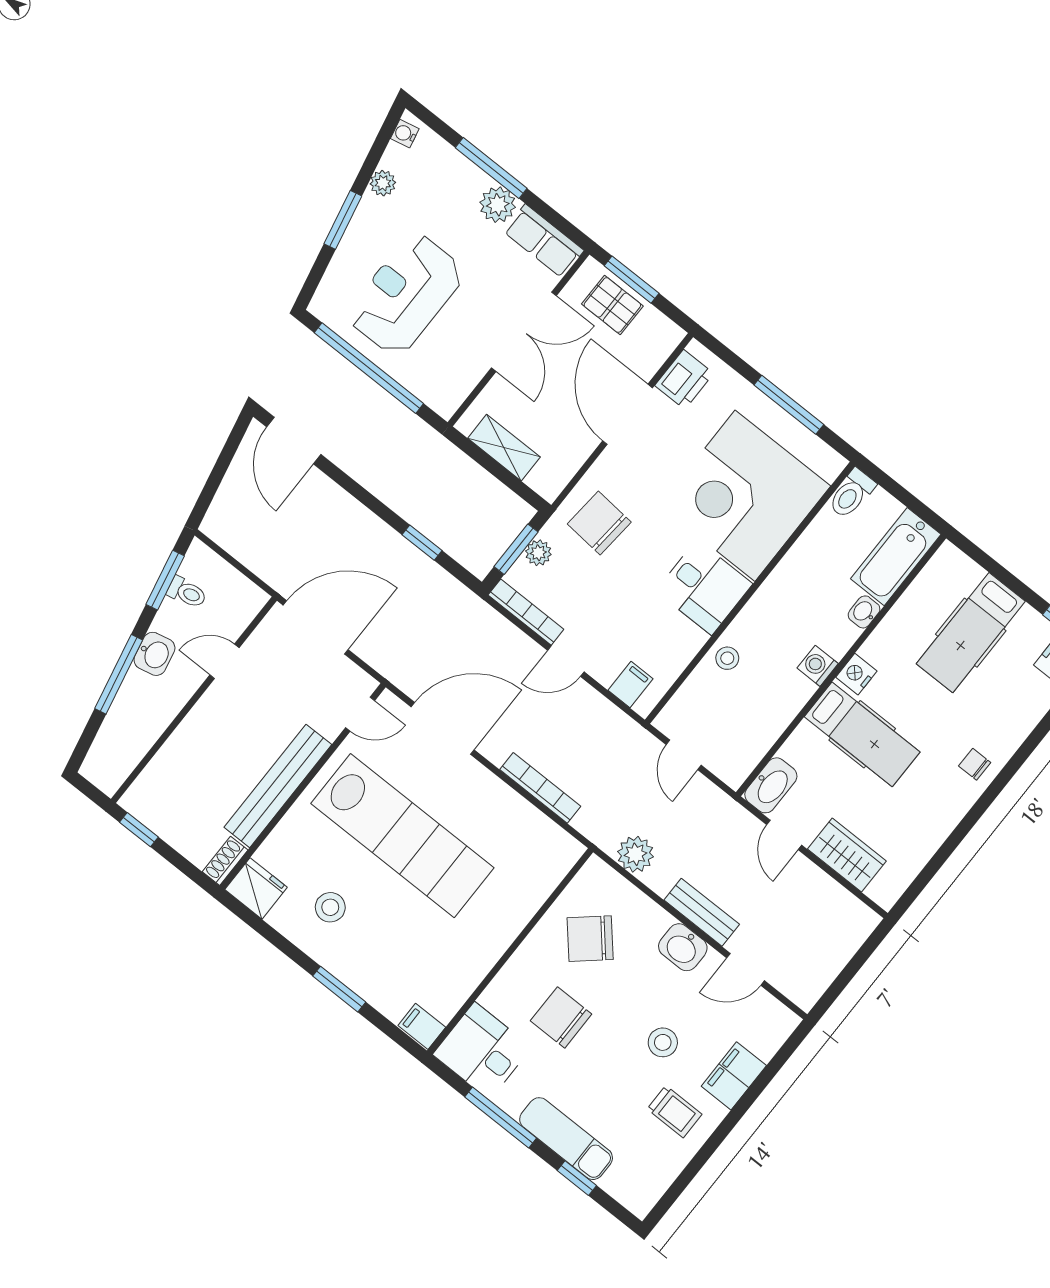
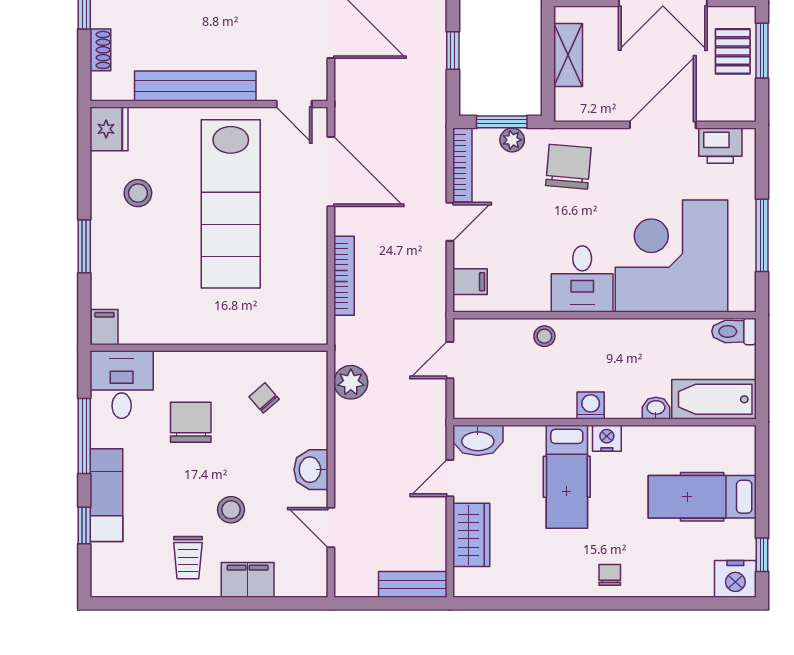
door: (566, 661) -> (450, 222), swing flipped
shoe rack: (225, 861) -> (100, 50), moved, turned 90
bench: (702, 912) -> (413, 584), moved, turned 90
chair: (590, 939) -> (264, 398), width x0.54, depth x0.54

